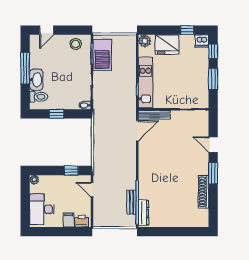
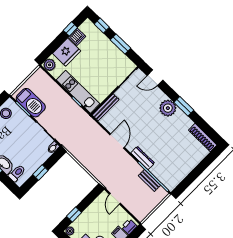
dishwasher: (202, 41) -> (77, 37), moved
door: (137, 131) -> (117, 141), moved
door: (213, 145) -> (155, 78), moved
plant: (200, 162) -> (168, 108), added
window: (71, 171) -> (74, 214), moved
door: (92, 190) -> (115, 199), hinge flipped
shoe rack: (204, 192) -> (203, 138), moved
dresser: (143, 213) -> (143, 158), moved

